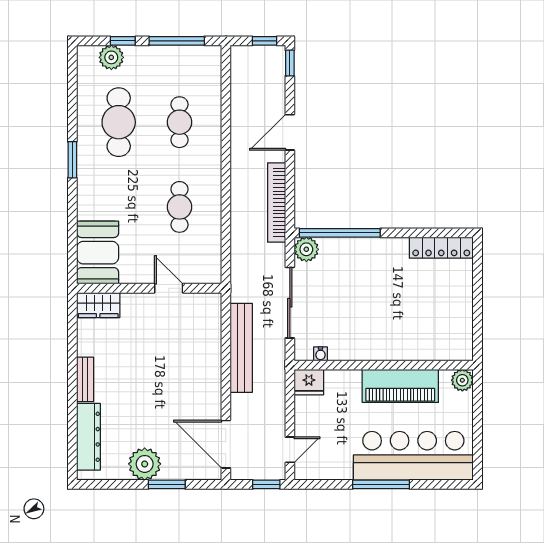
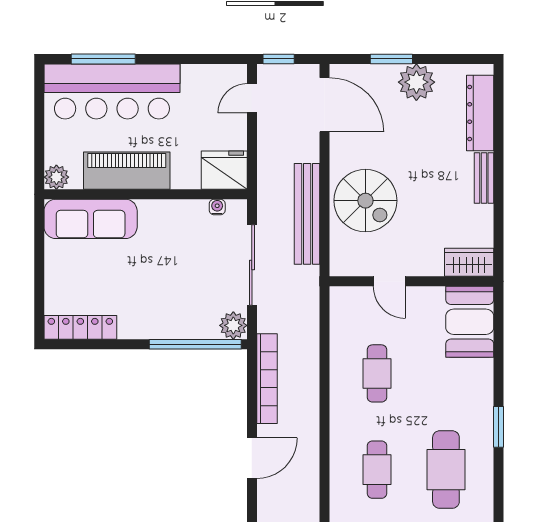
sofa: (432, 343) -> (91, 219), added
spiral stairs: (190, 359) -> (365, 201), added
fridge: (309, 382) -> (224, 170), width x1.36, depth x1.34
window: (381, 484) -> (103, 59), moved

